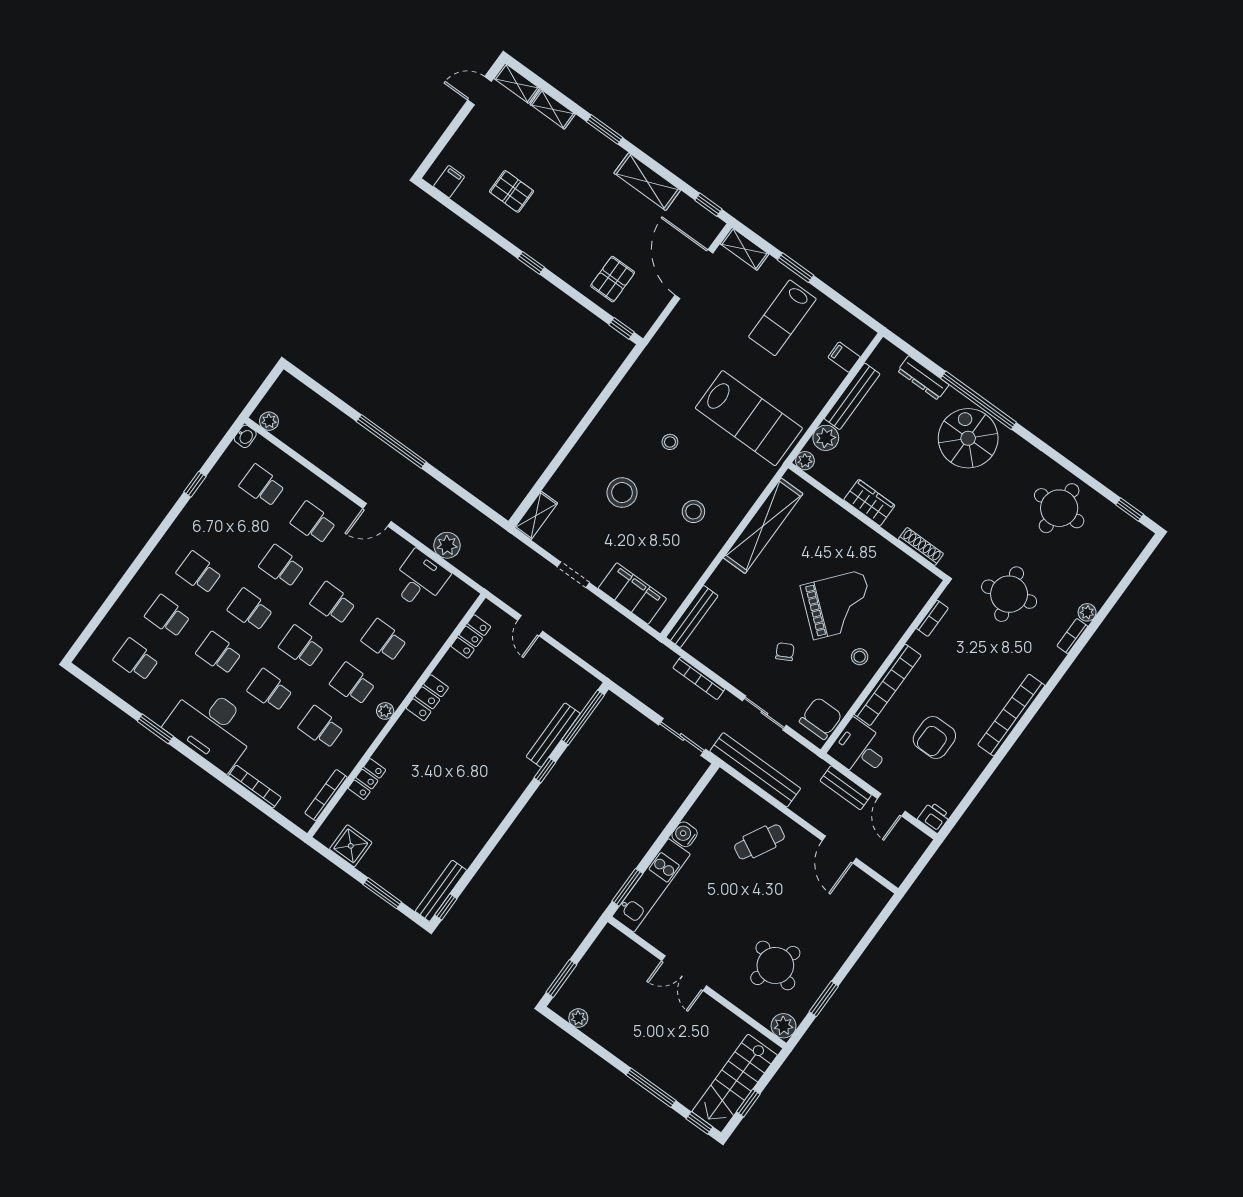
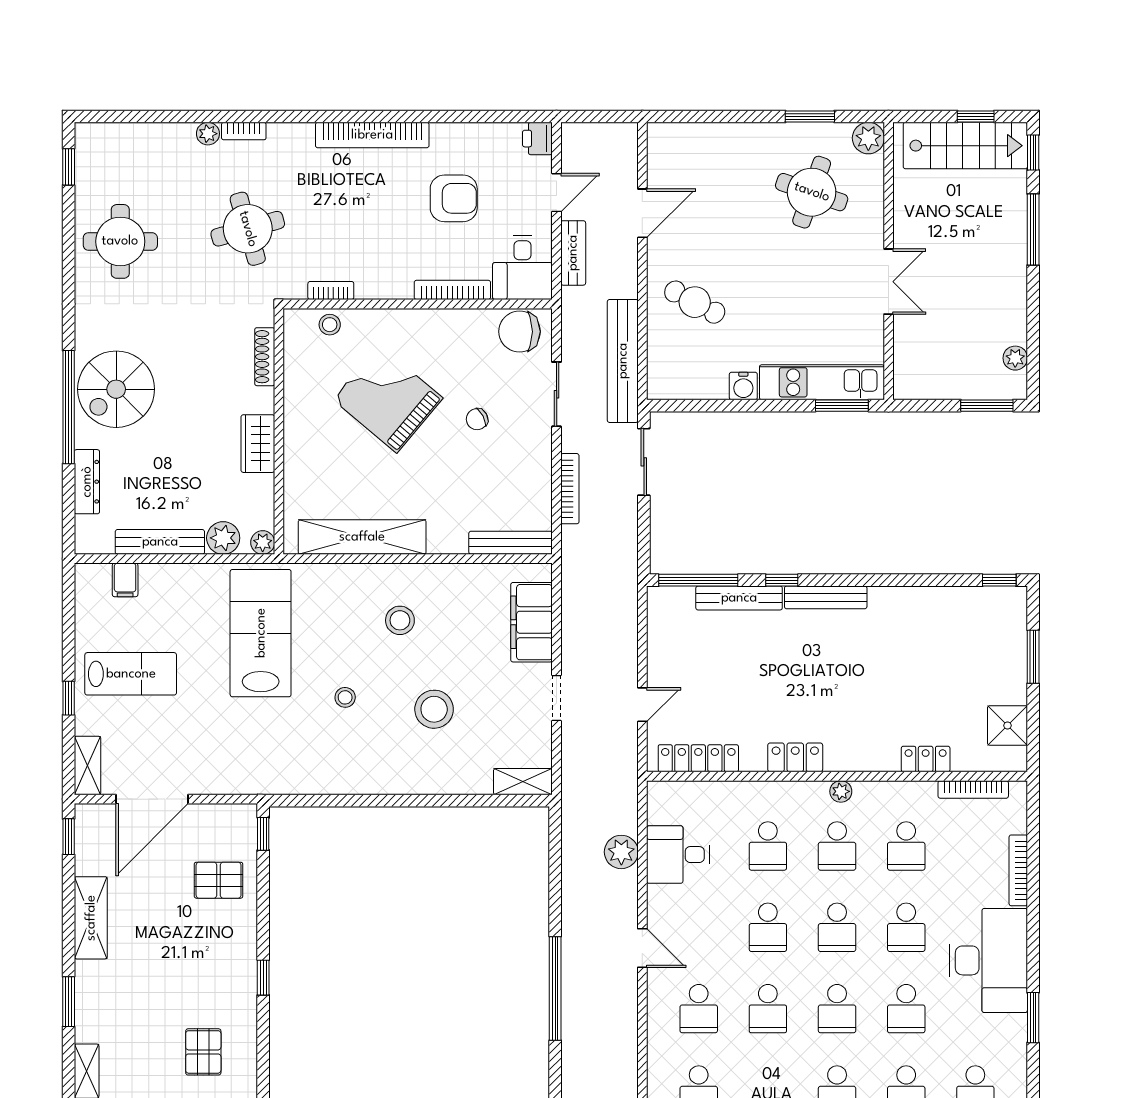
window: (795, 268) -> (69, 698), width x0.67
locker: (471, 636) -> (698, 758), width x1.53
stool: (860, 657) -> (330, 325), moved
bookcase: (888, 685) -> (452, 290), width x0.68, depth x0.76
bench: (441, 891) -> (826, 597), moved

